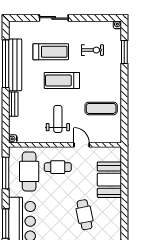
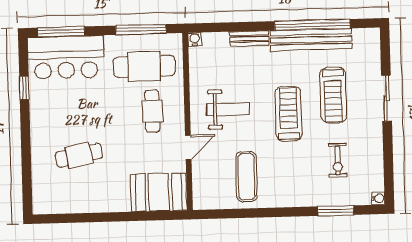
booth: (109, 180) -> (159, 192), moved

